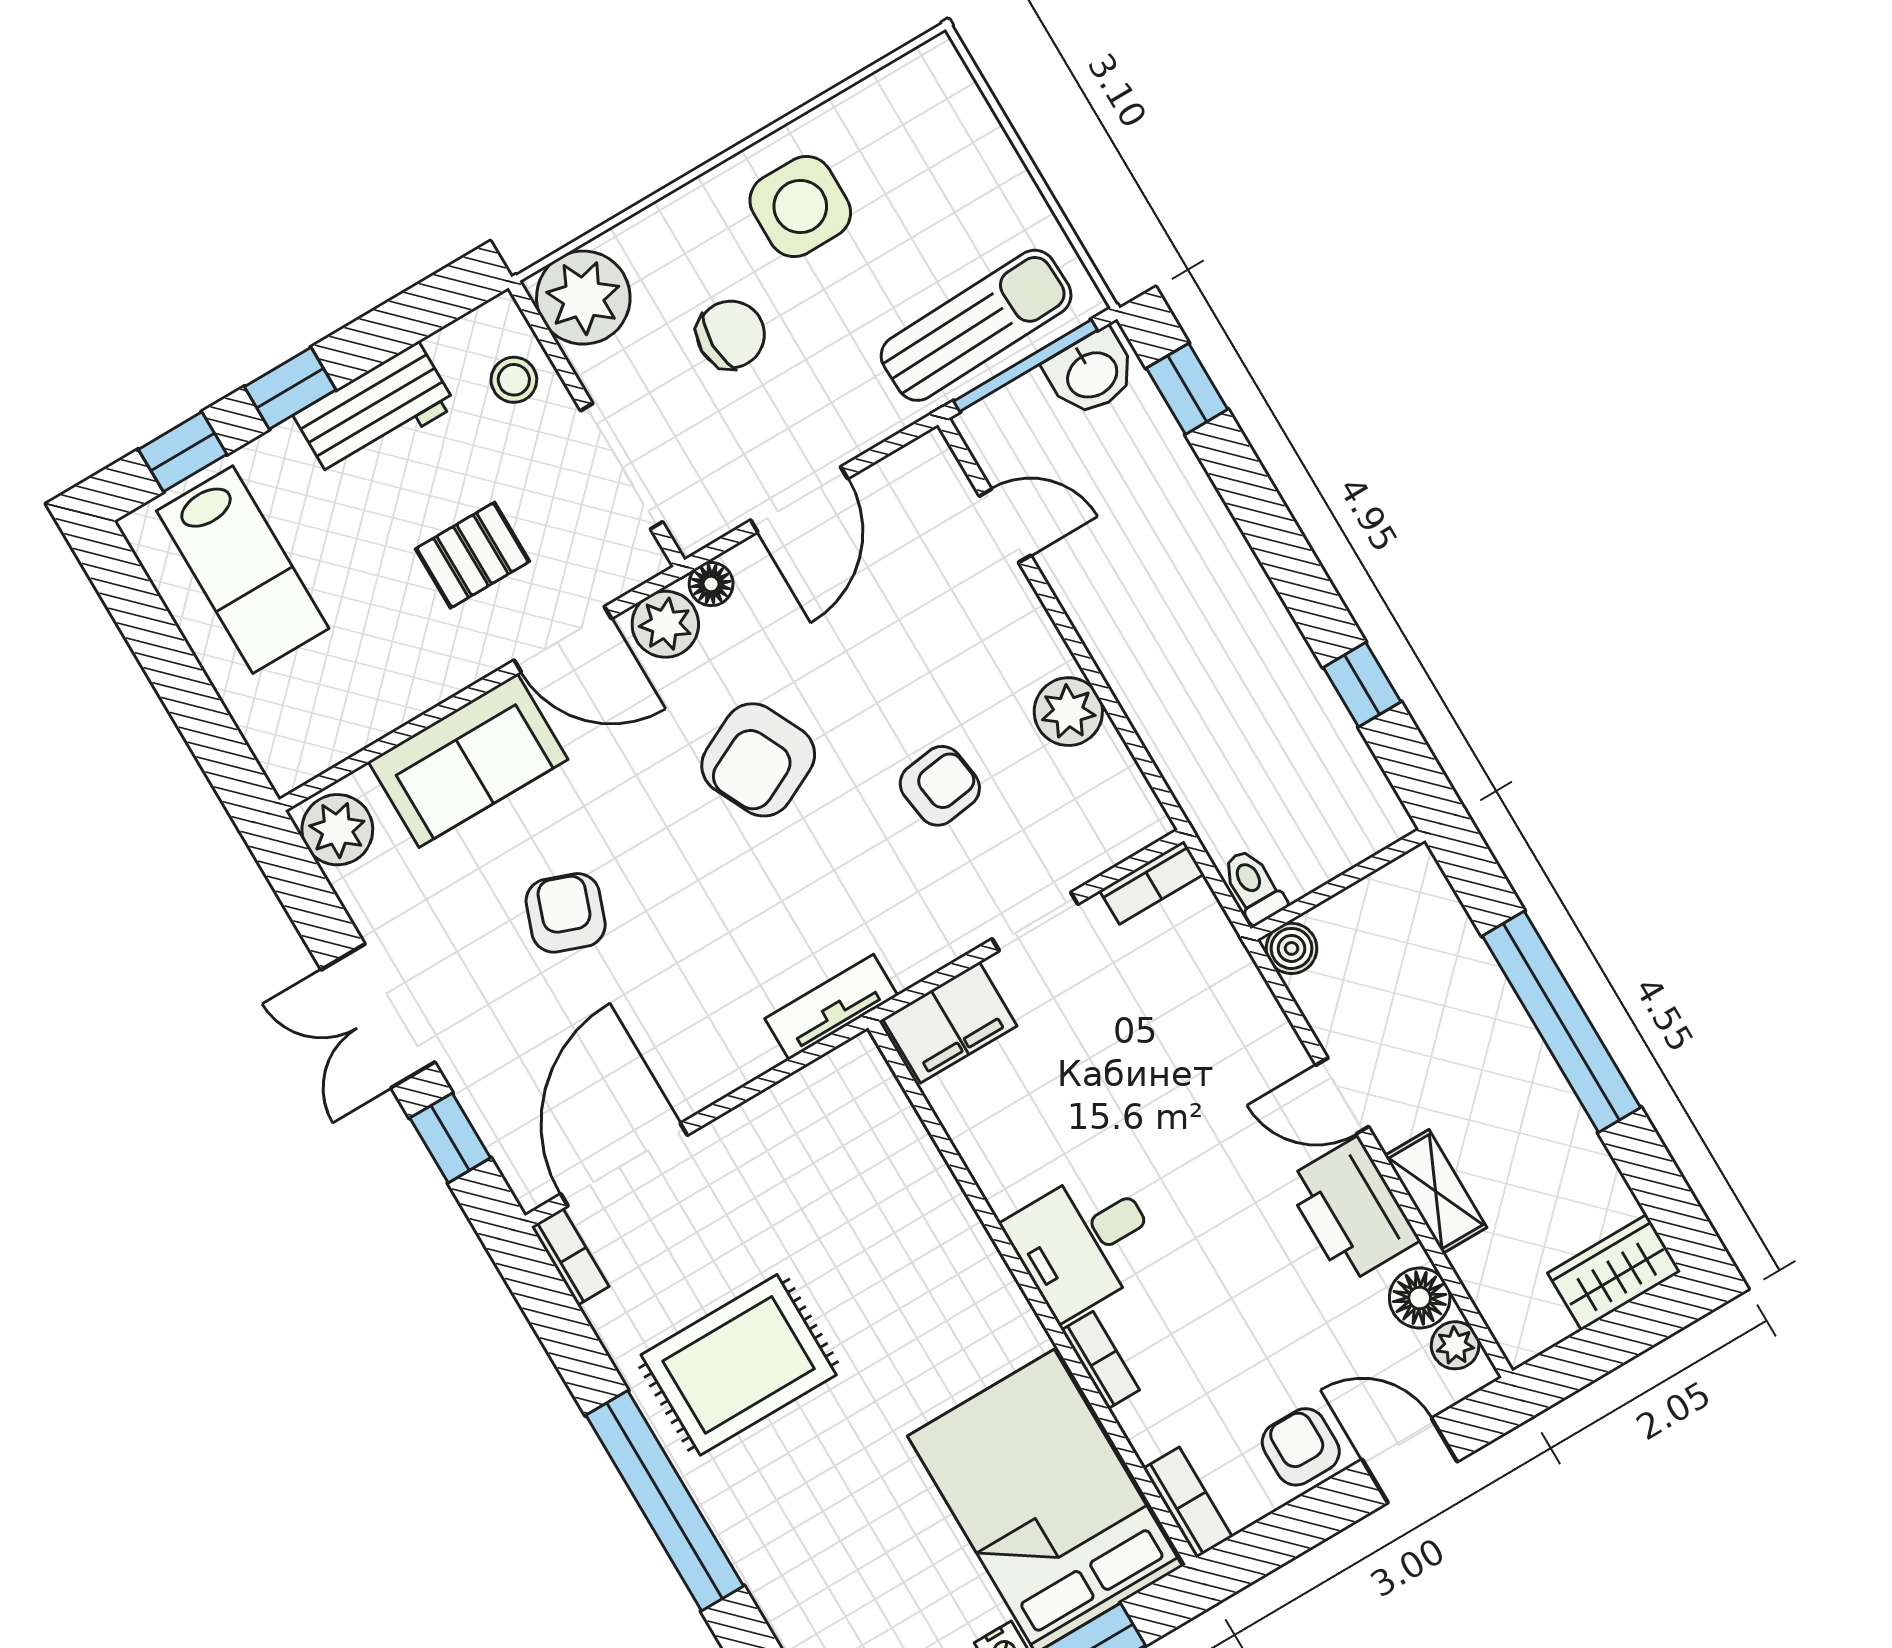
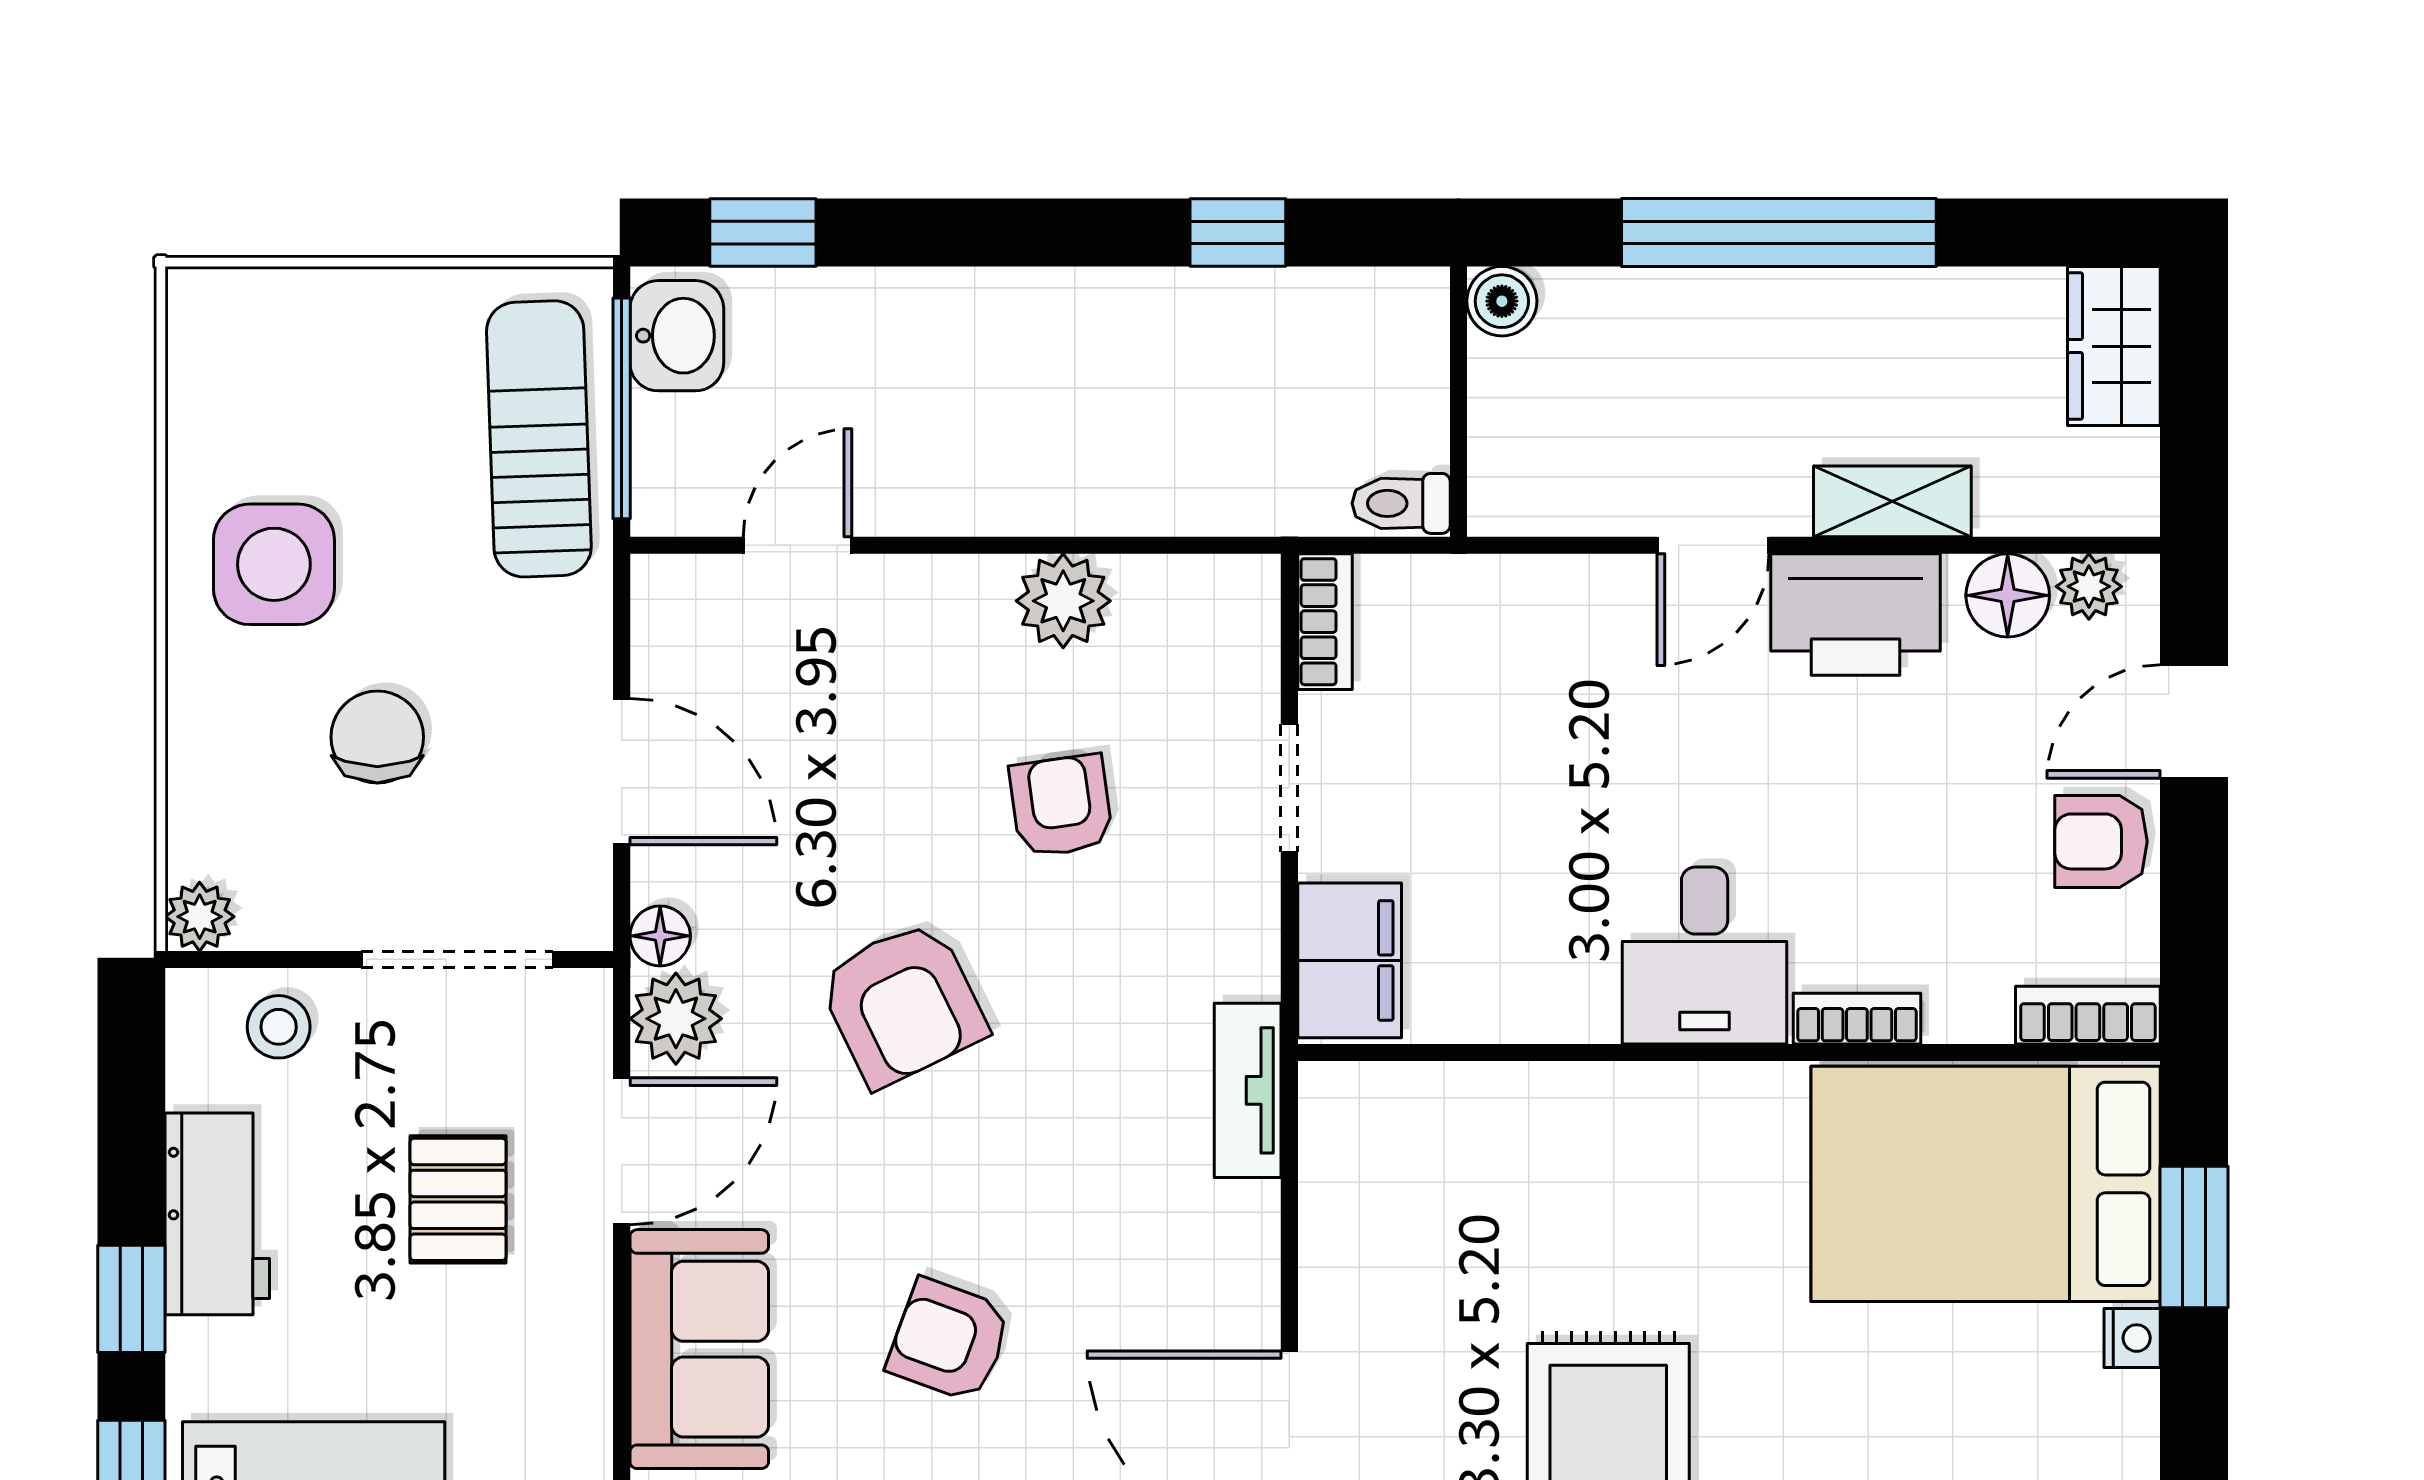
plant: (583, 298) -> (200, 917), width x0.53, depth x0.53
boiler: (1292, 948) -> (1502, 301), moved

